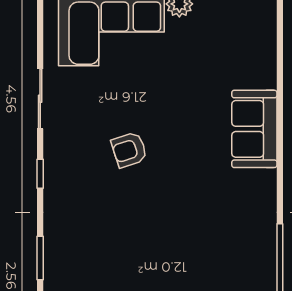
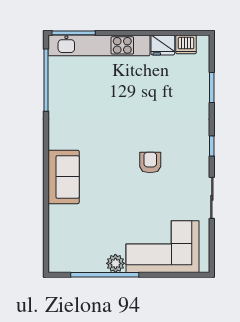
armchair: (129, 150) -> (150, 162), turned -72

